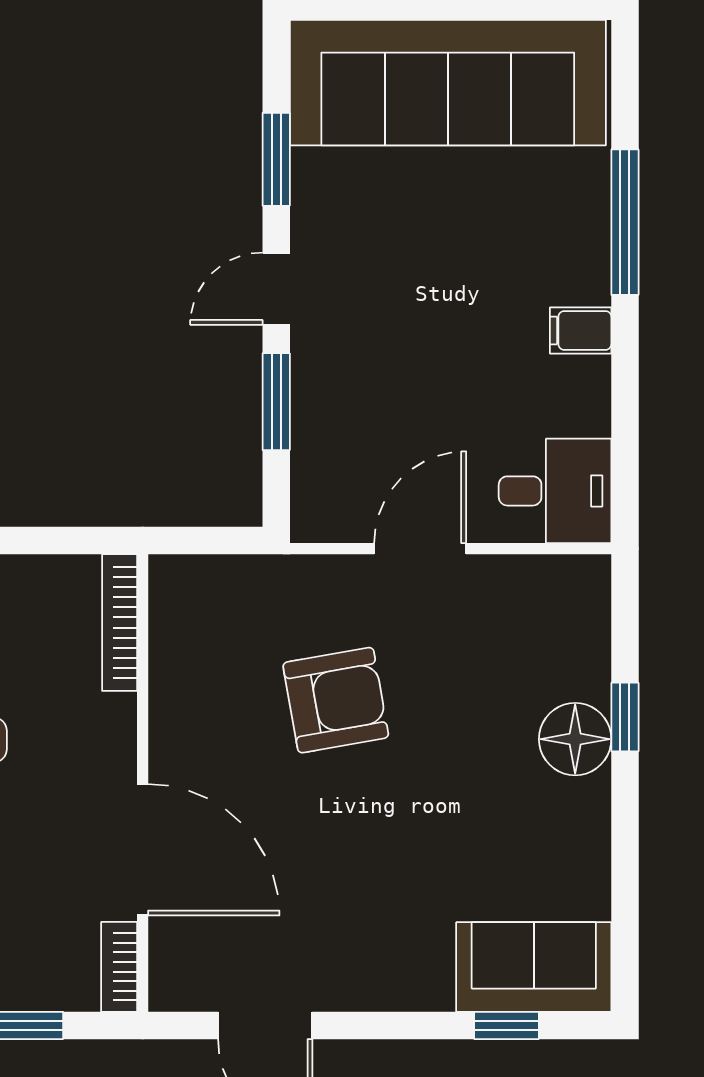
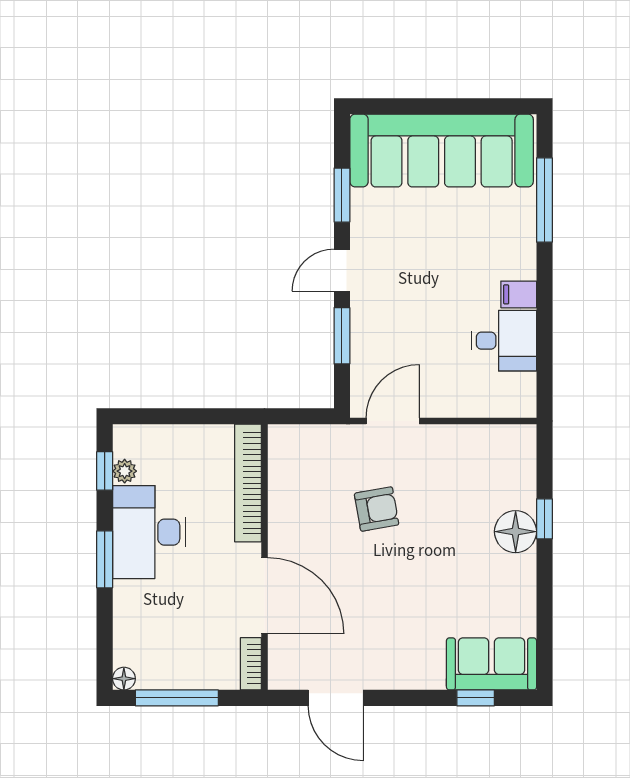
window: (625, 222) -> (544, 200), moved
desk: (555, 491) -> (504, 341), moved
door: (420, 549) -> (393, 421), moved
bookcase: (120, 623) -> (248, 483), width x1.48, depth x1.31
armchair: (336, 700) -> (377, 509), width x0.72, depth x0.72

